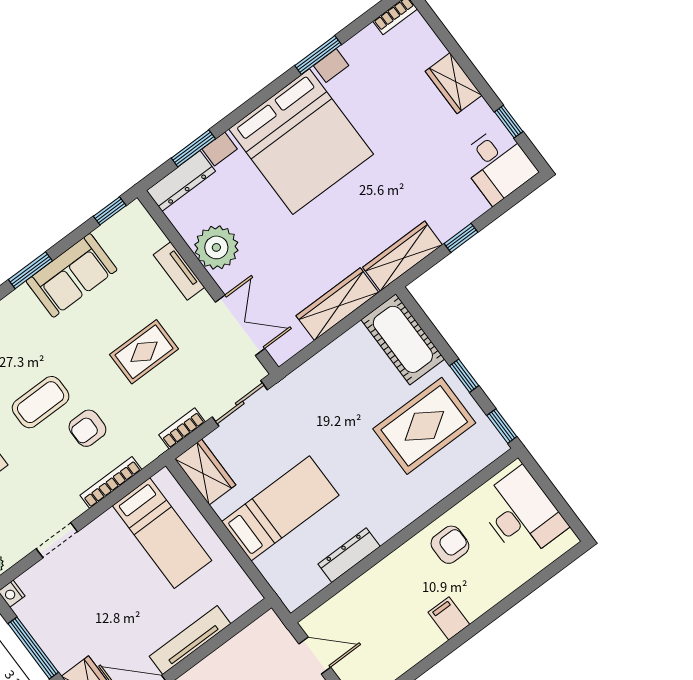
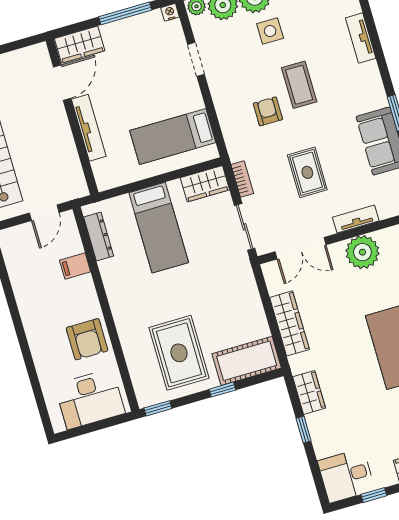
wardrobe: (402, 256) -> (309, 392), width x0.67
window: (464, 376) -> (222, 390), moved
bookcase: (111, 482) -> (223, 113), removed
armchair: (450, 545) -> (87, 339), width x1.38, depth x1.38
dresser: (349, 555) -> (99, 237), moved
filing cabinet: (449, 618) -> (75, 266), moved, turned 180

